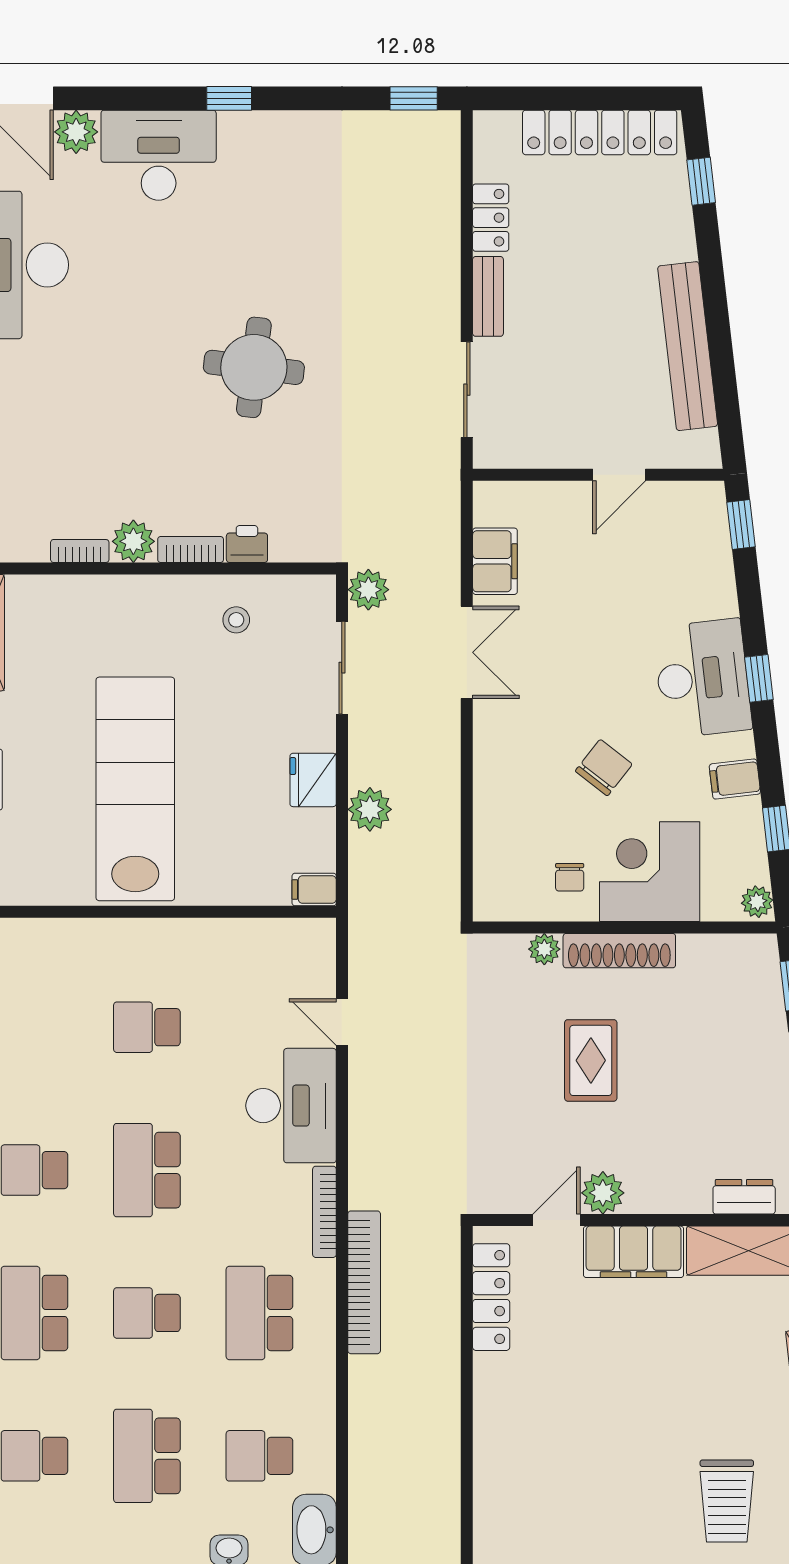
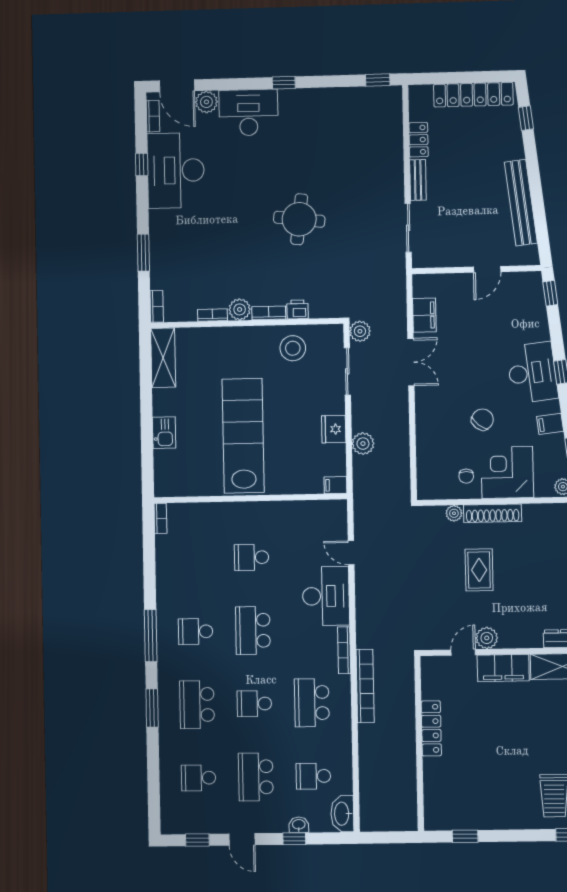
stool: (236, 620) -> (293, 348), width x1.89, depth x1.89
locker: (491, 1297) -> (431, 728), moved

